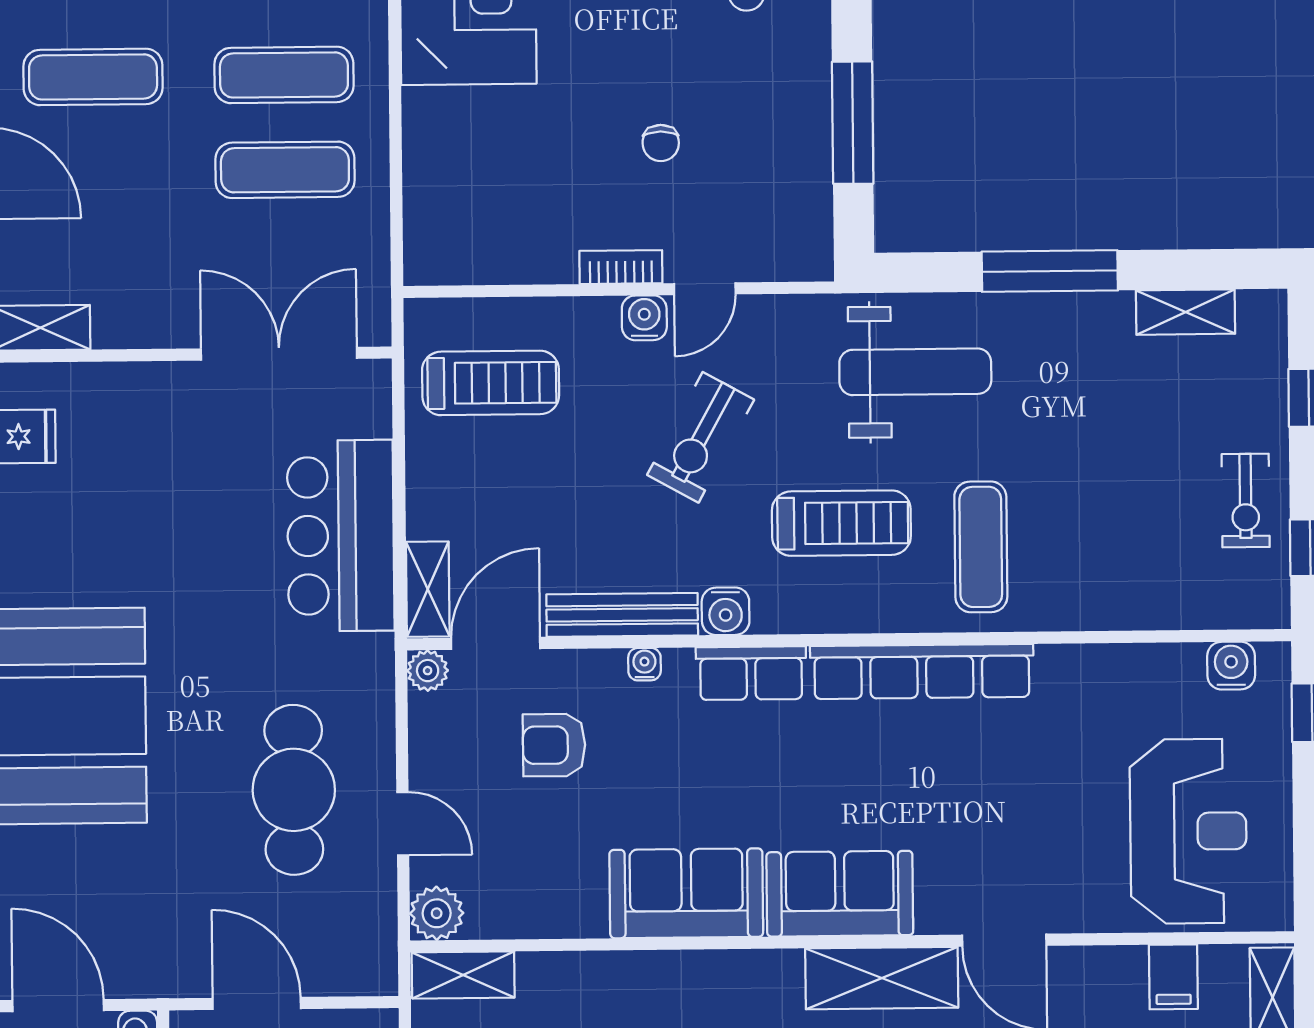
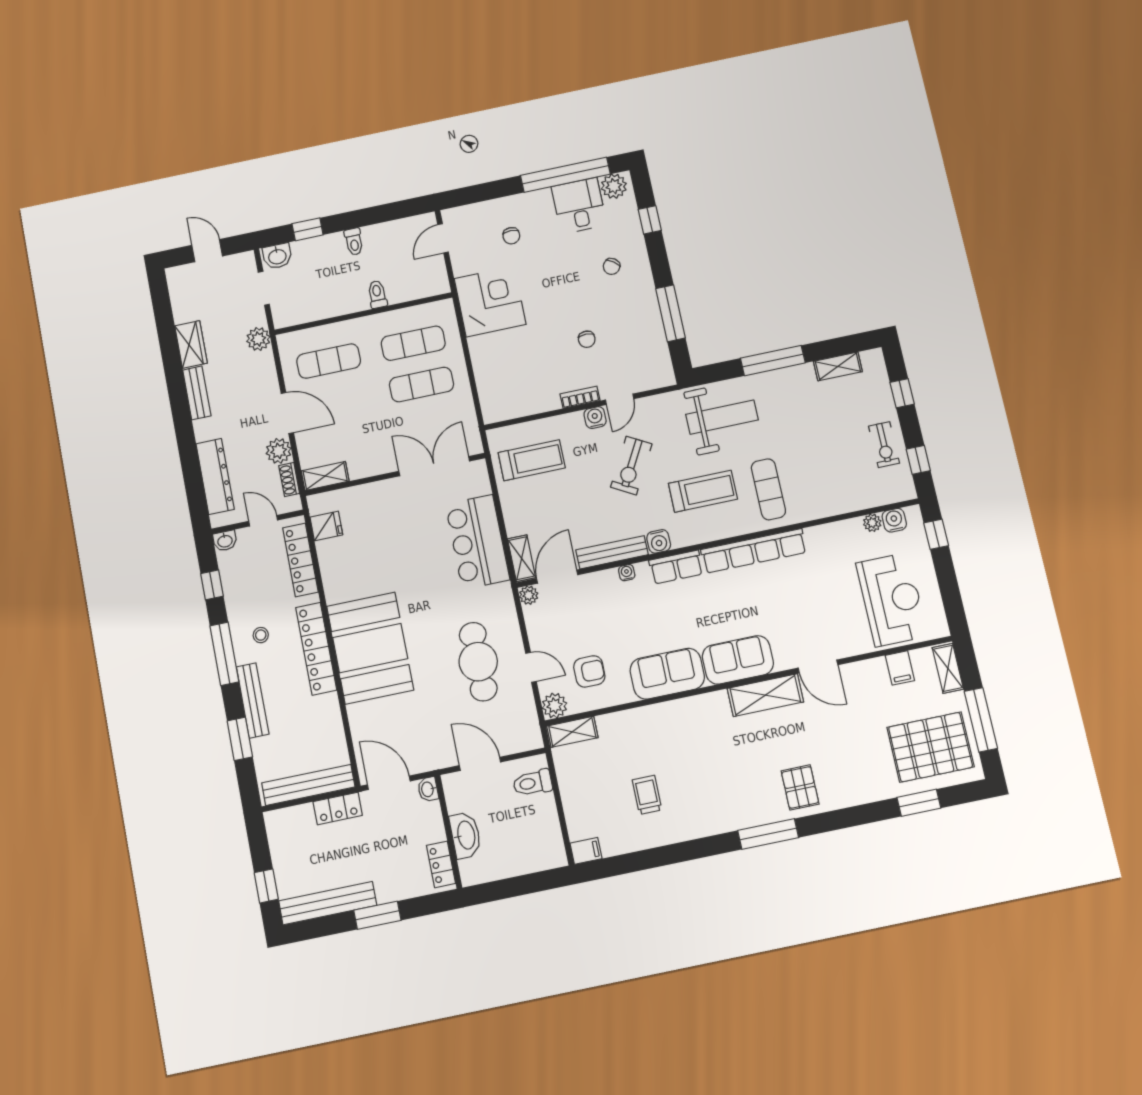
plant: (1184, 662) -> (872, 523), added
armchair: (554, 745) -> (589, 671), moved, turned 180

